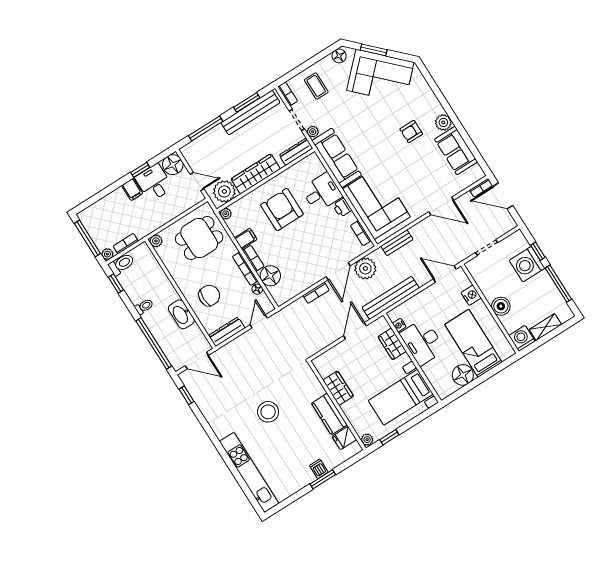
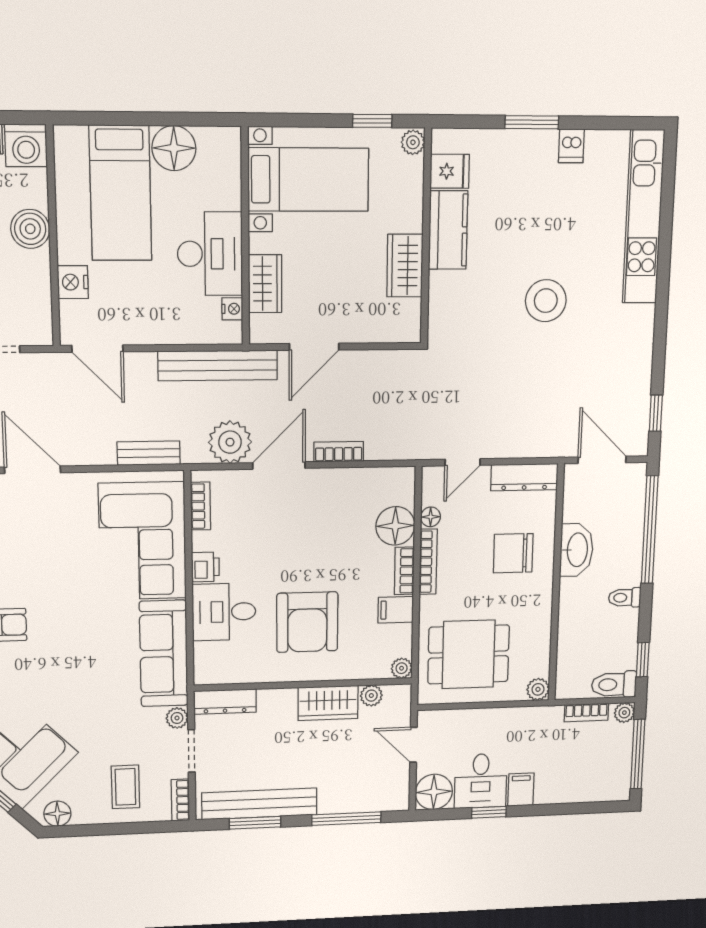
wardrobe: (256, 174) -> (328, 703), width x0.67
plant: (224, 191) -> (371, 696), width x0.53, depth x0.53
dishwasher: (319, 469) -> (571, 146), moved

